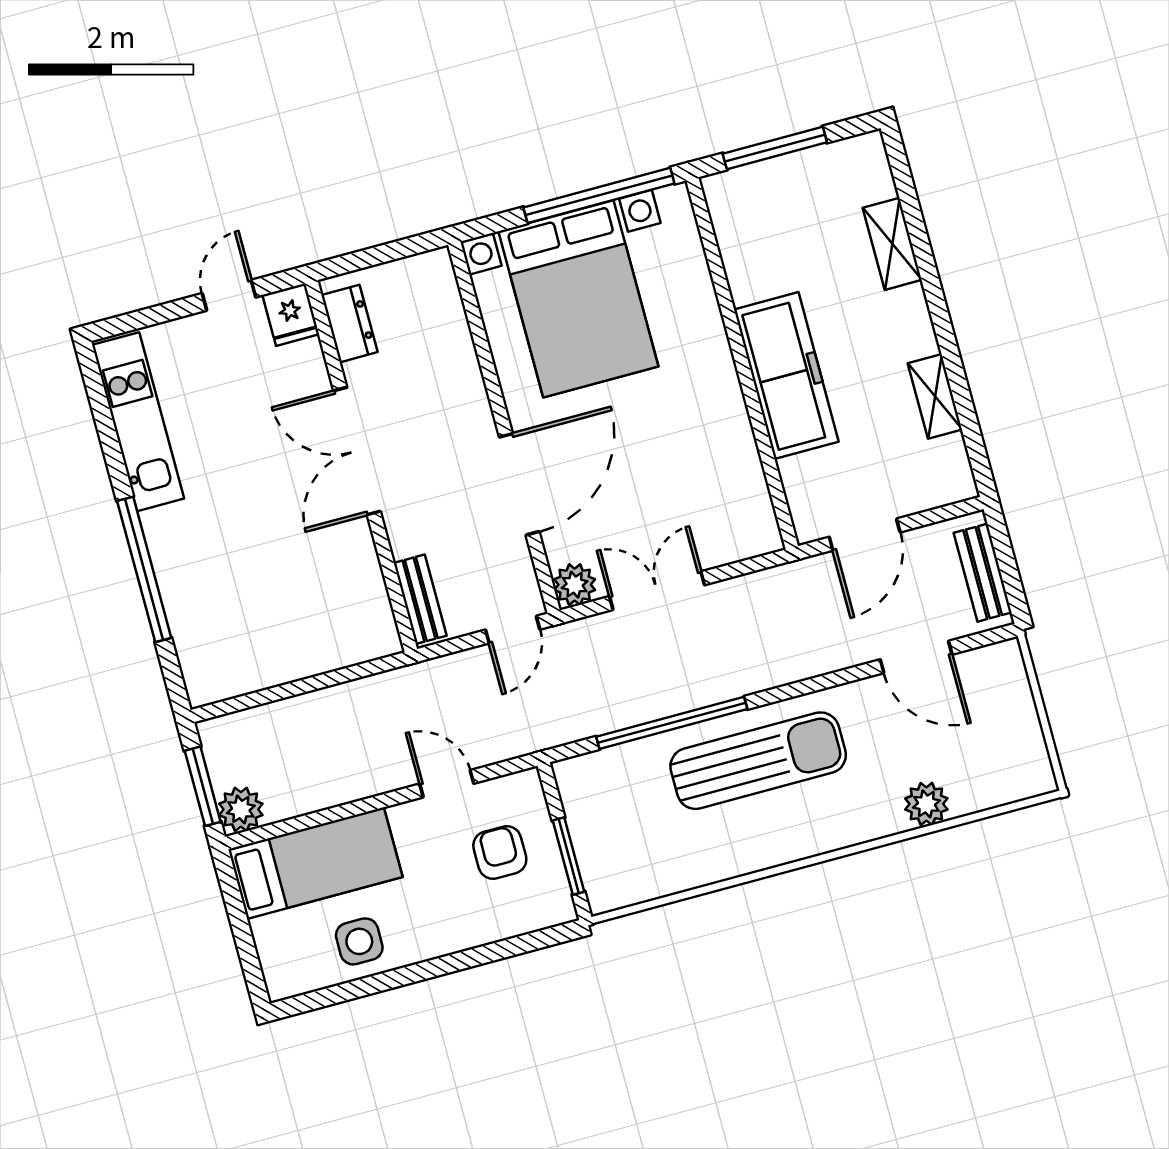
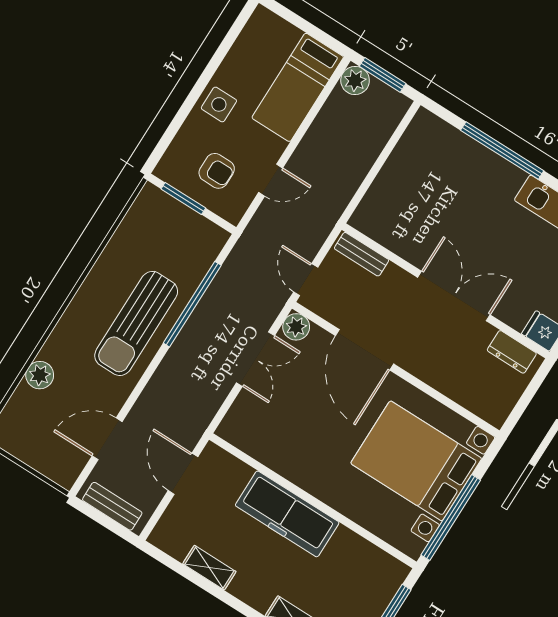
side table: (359, 941) -> (219, 104), moved

